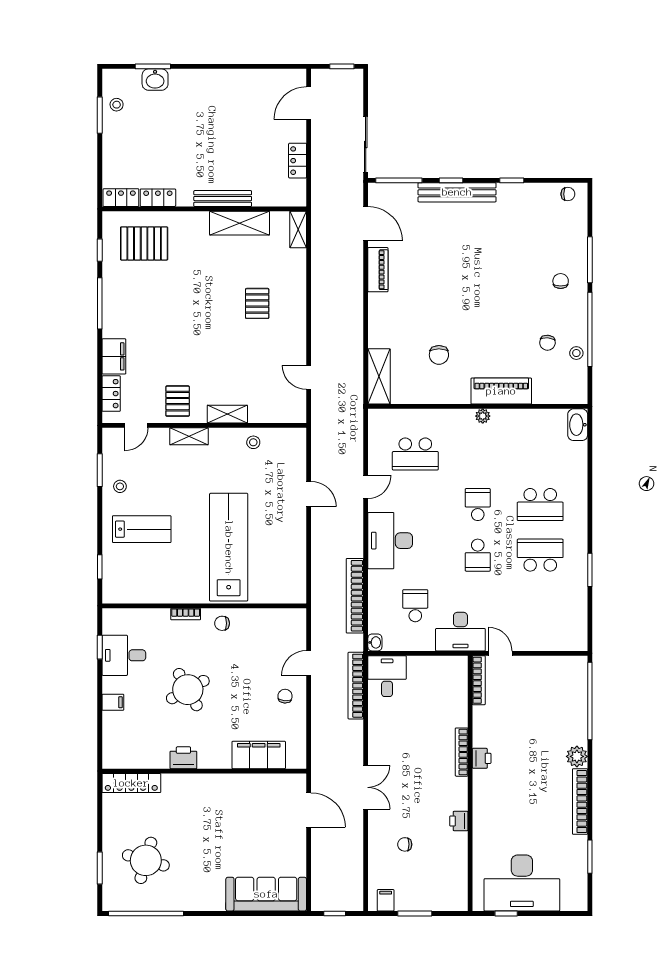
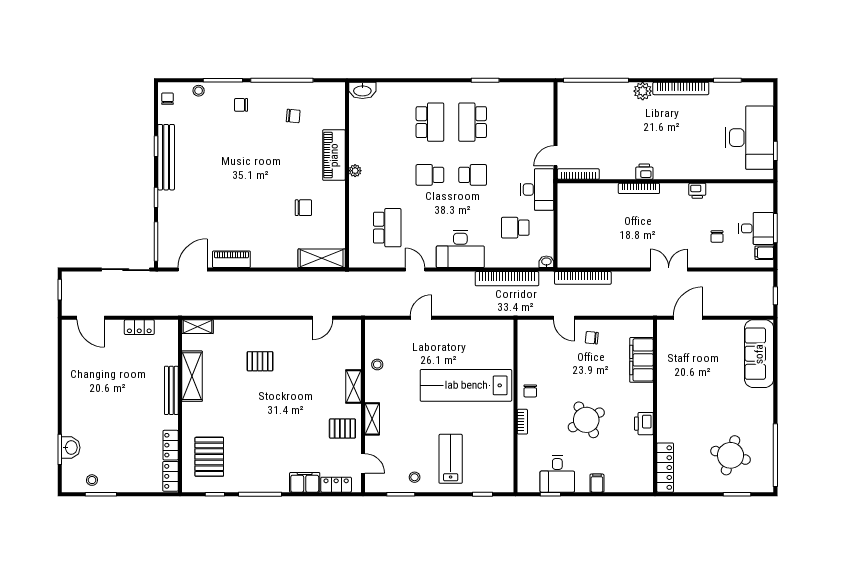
bench: (457, 192) -> (166, 157), moved
stool: (576, 353) -> (199, 91), moved
desk: (387, 676) -> (756, 228), moved, turned 180

